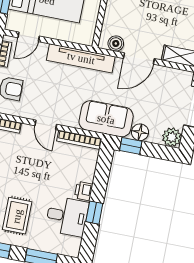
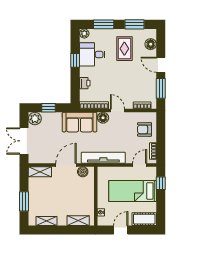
floor lamp: (140, 132) -> (103, 118), moved
window: (131, 146) -> (49, 108), moved
printer: (84, 191) -> (85, 83), moved
plant: (73, 250) -> (84, 33), added

